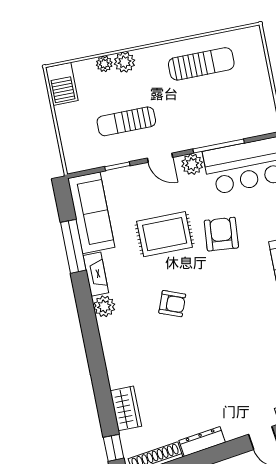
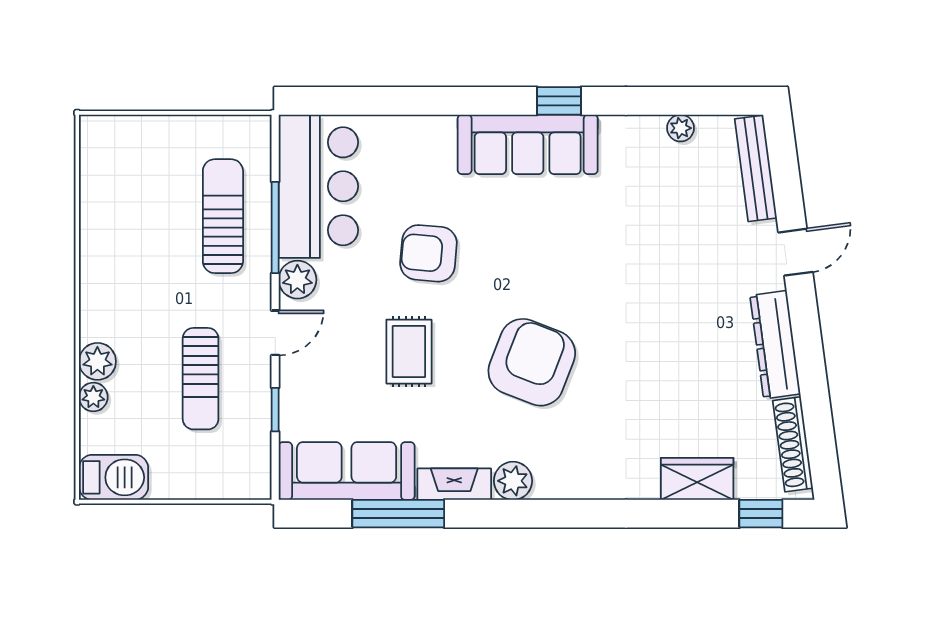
sun lounger: (201, 64) -> (223, 216), moved
rug: (165, 234) -> (409, 352), width x0.73, depth x0.70
armchair: (172, 304) -> (532, 362), width x1.88, depth x1.88
dresser: (202, 441) -> (775, 345), width x1.37, depth x1.24

